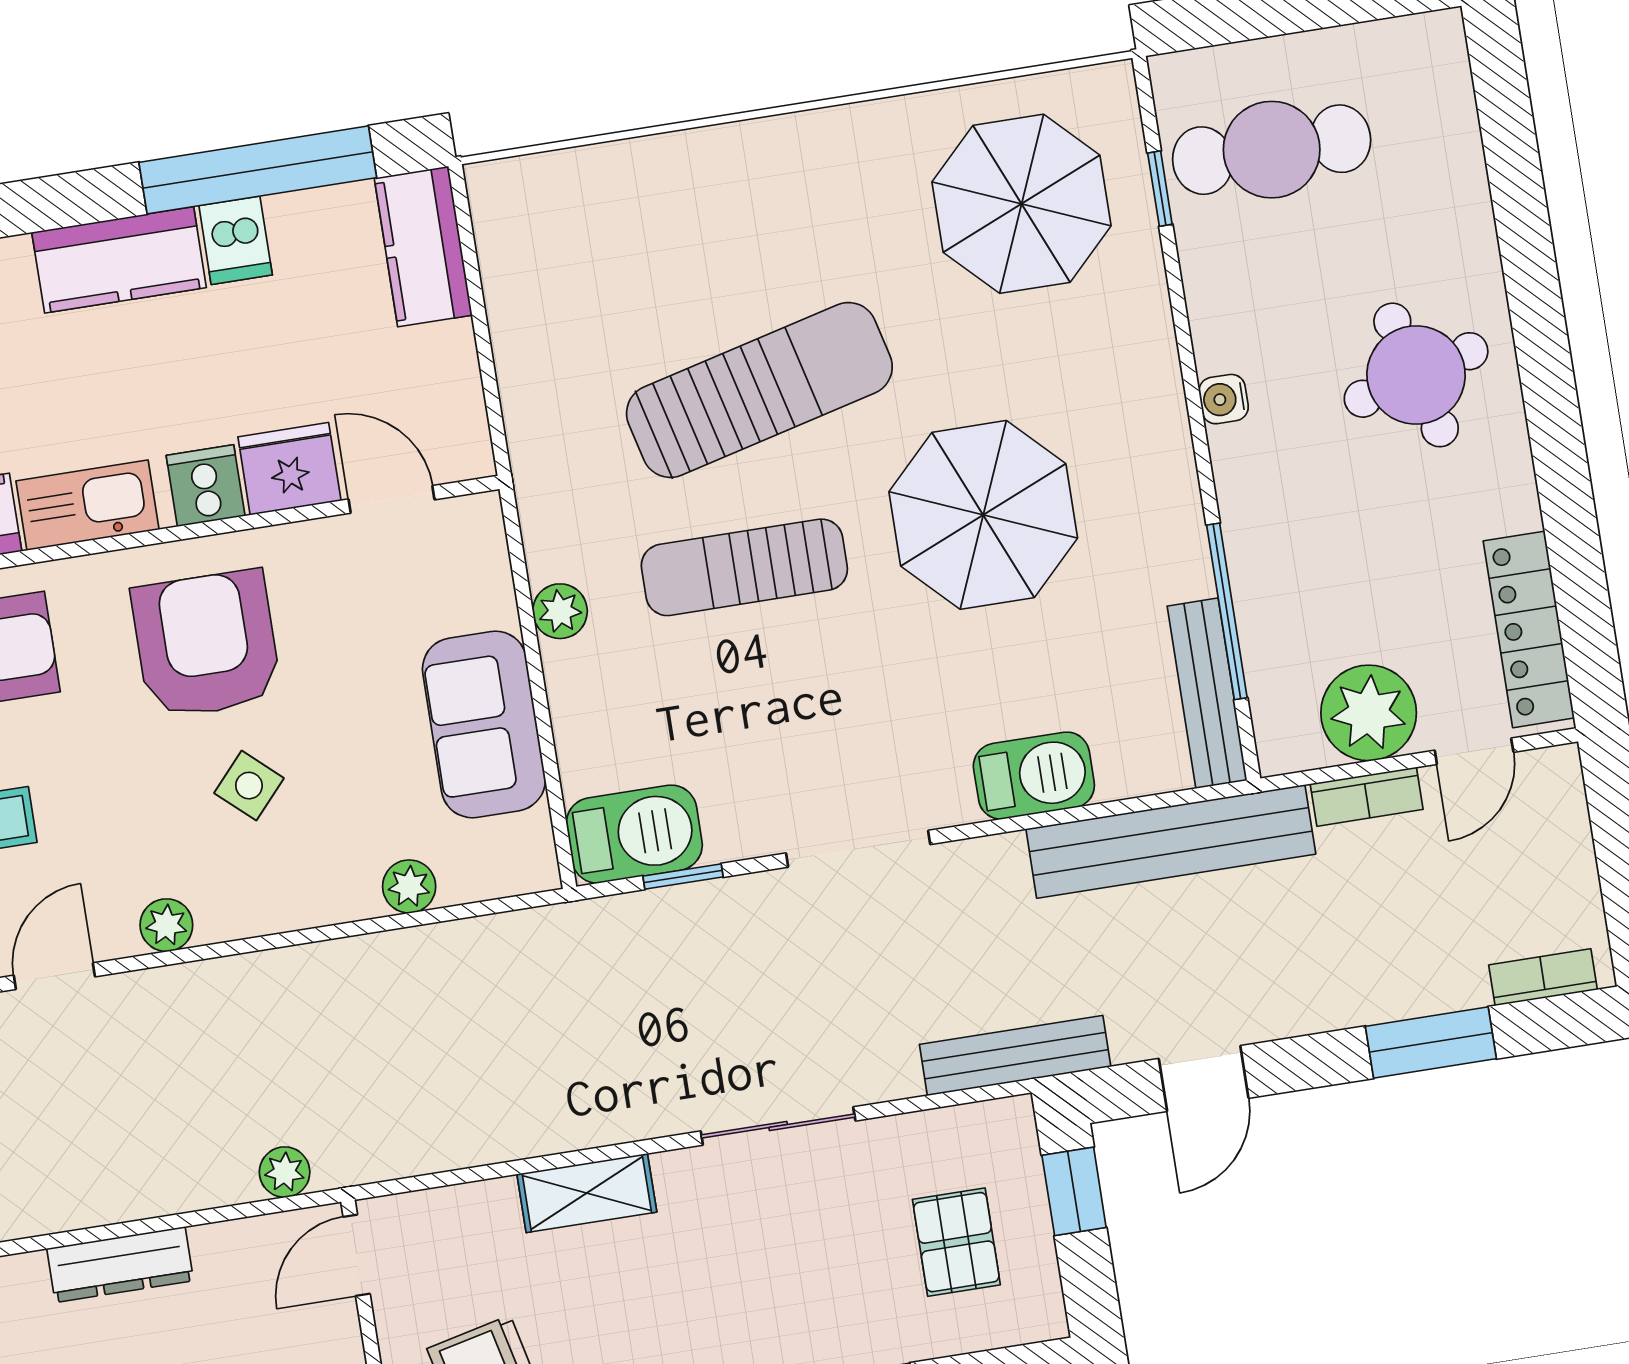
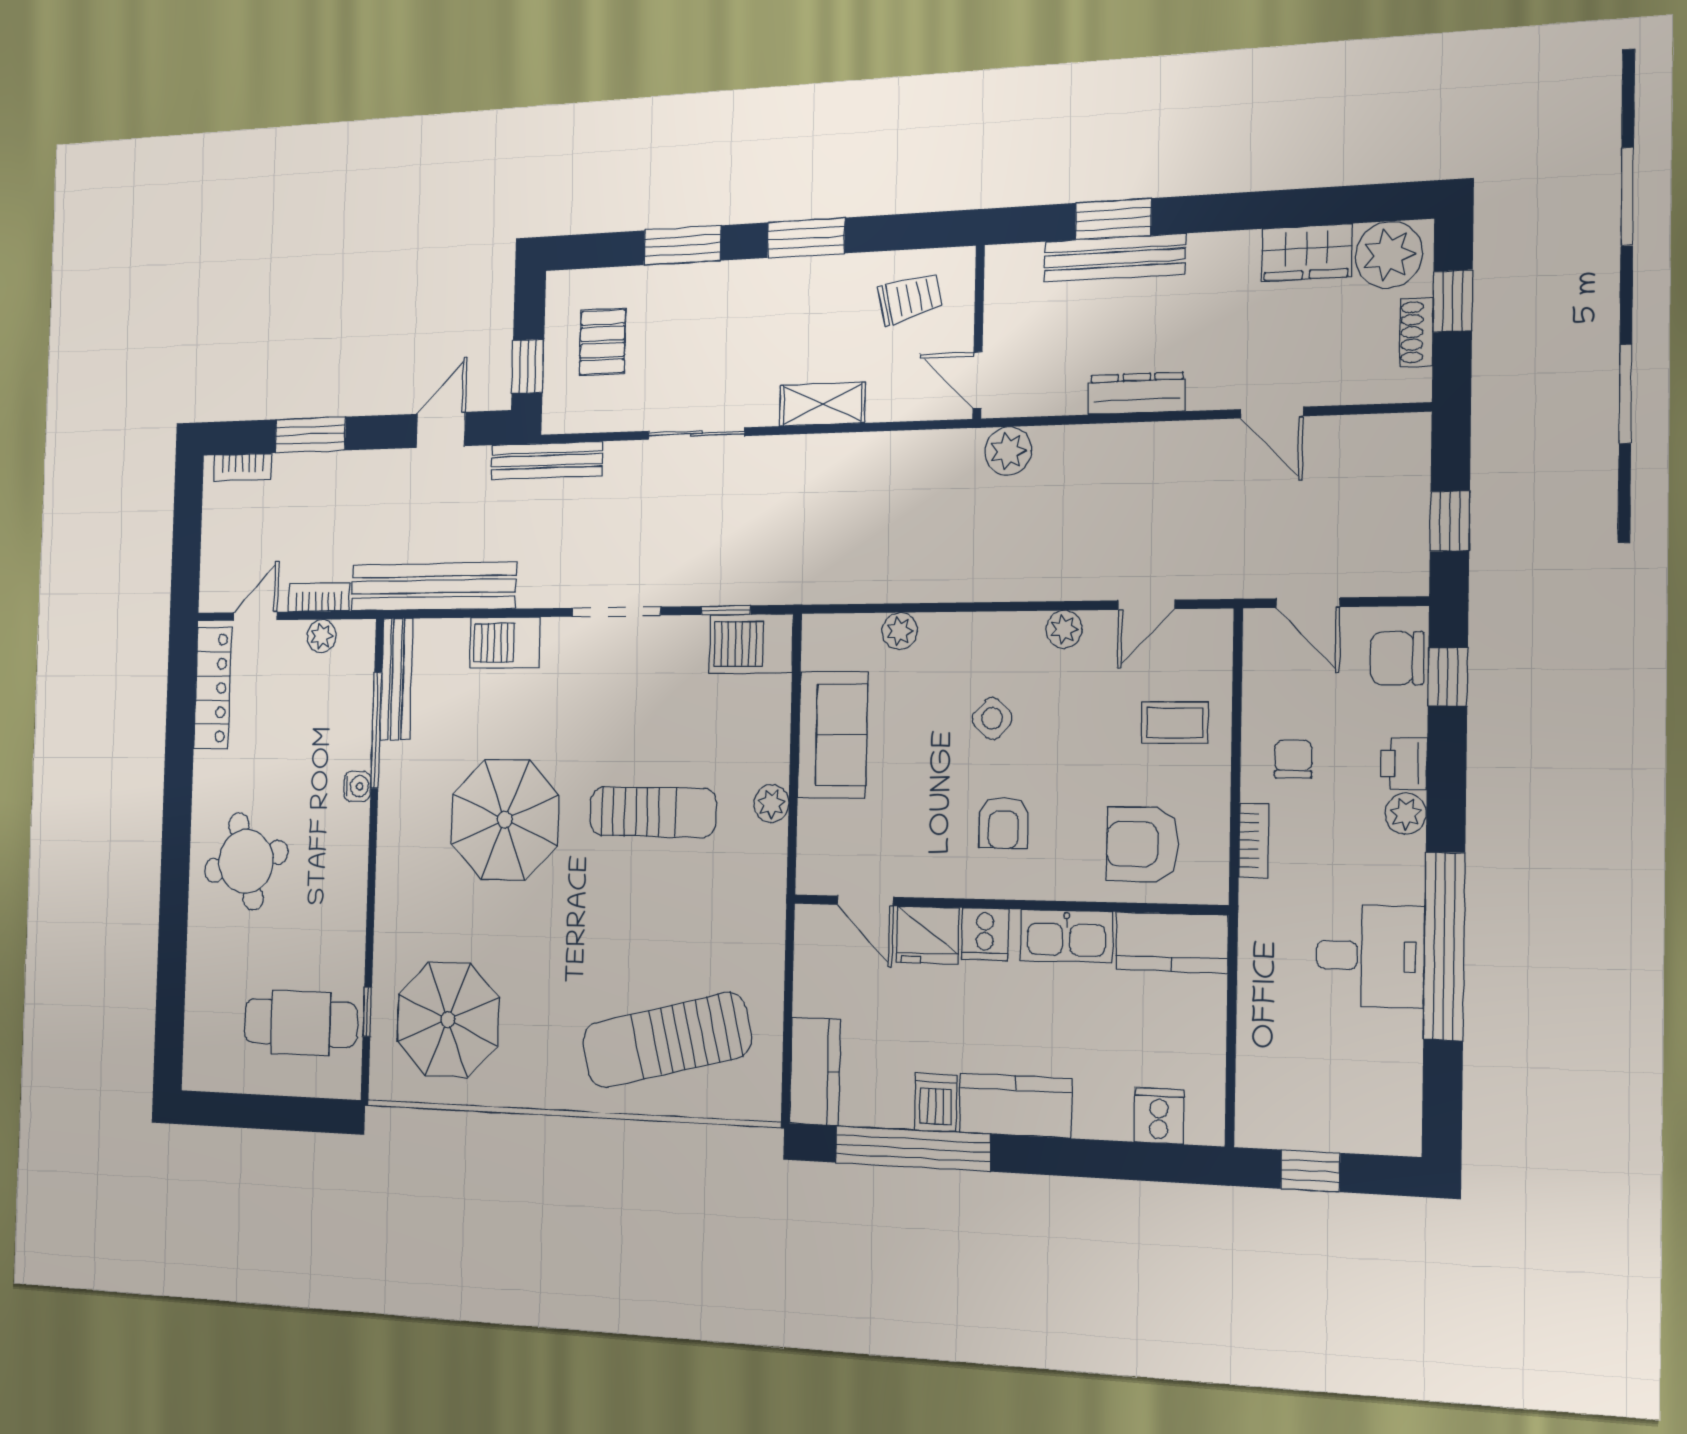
sun lounger: (759, 390) -> (666, 1040), moved
water cooler: (1224, 399) -> (357, 786), moved
armchair: (206, 644) -> (1003, 823), width x0.53, depth x0.53
plant: (1369, 713) -> (322, 636), width x0.53, depth x0.53
plant: (285, 1172) -> (1008, 451), width x1.38, depth x1.38
door: (357, 1255) -> (977, 380), swing flipped

